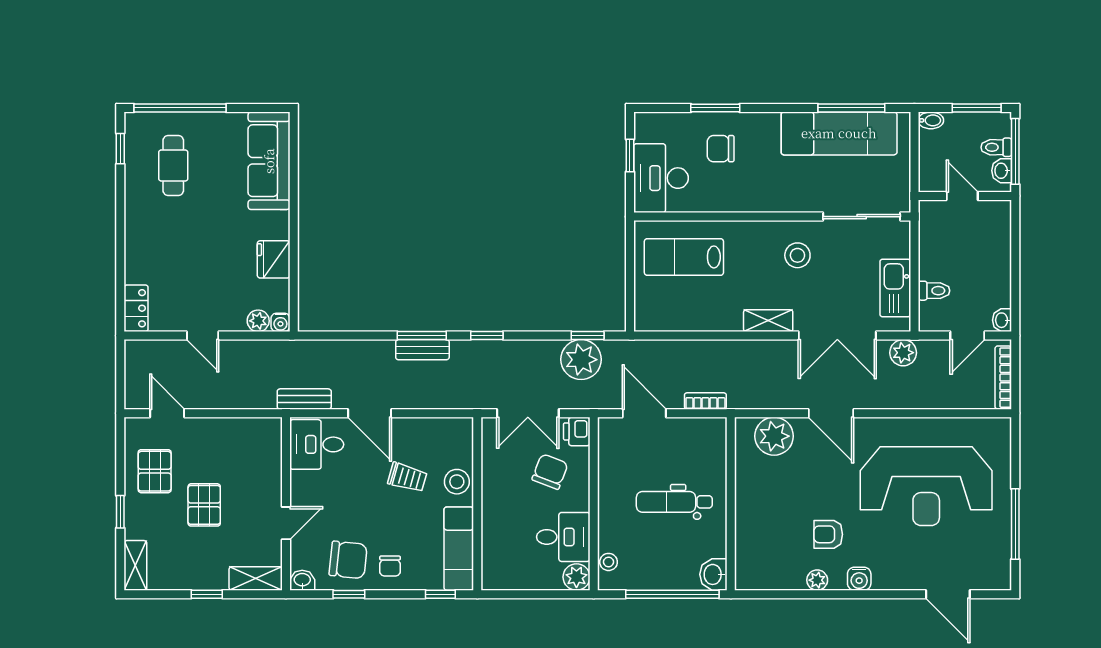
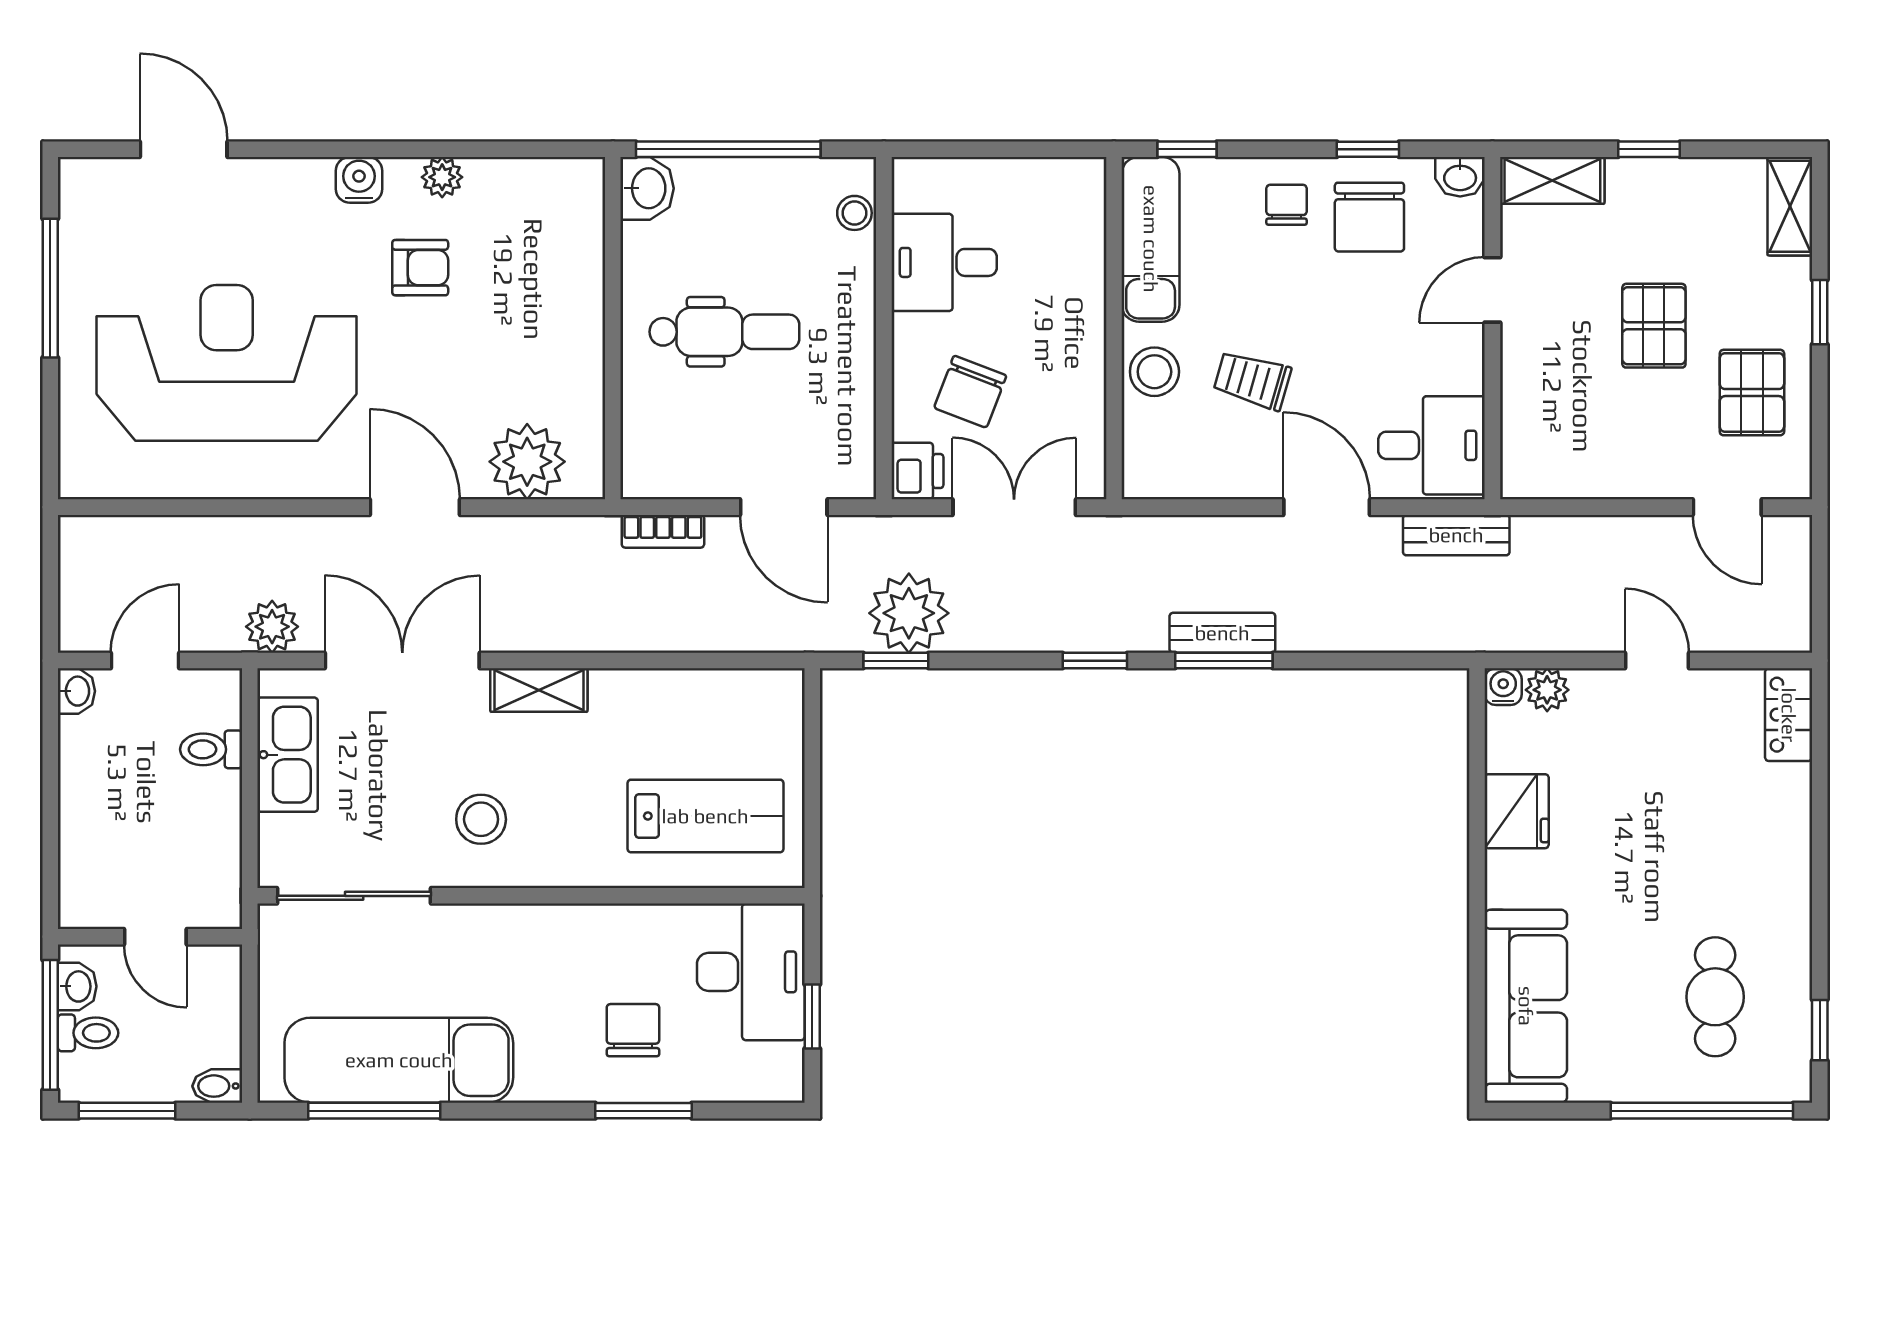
chair: (721, 149) -> (633, 1030), turned -90
bookcase: (1003, 378) -> (74, 578), removed
chair: (348, 560) -> (1369, 217), turned -96
plant: (576, 577) -> (918, 183), removed

